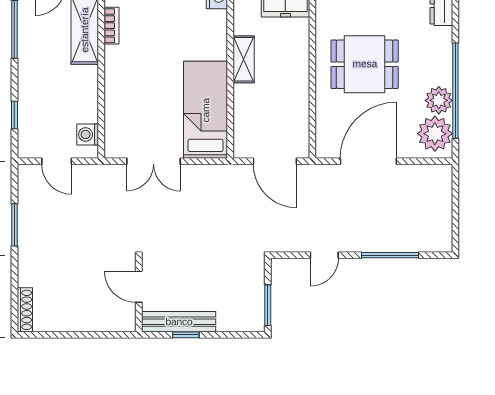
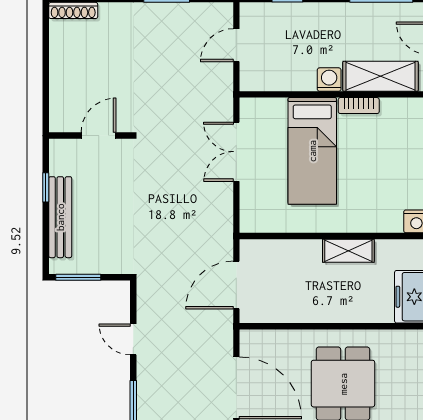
bookcase: (111, 26) -> (359, 106), moved
bed: (206, 110) -> (312, 151), moved, turned 90
washing machine: (88, 134) -> (329, 80), moved
bench: (179, 322) -> (60, 217), moved

